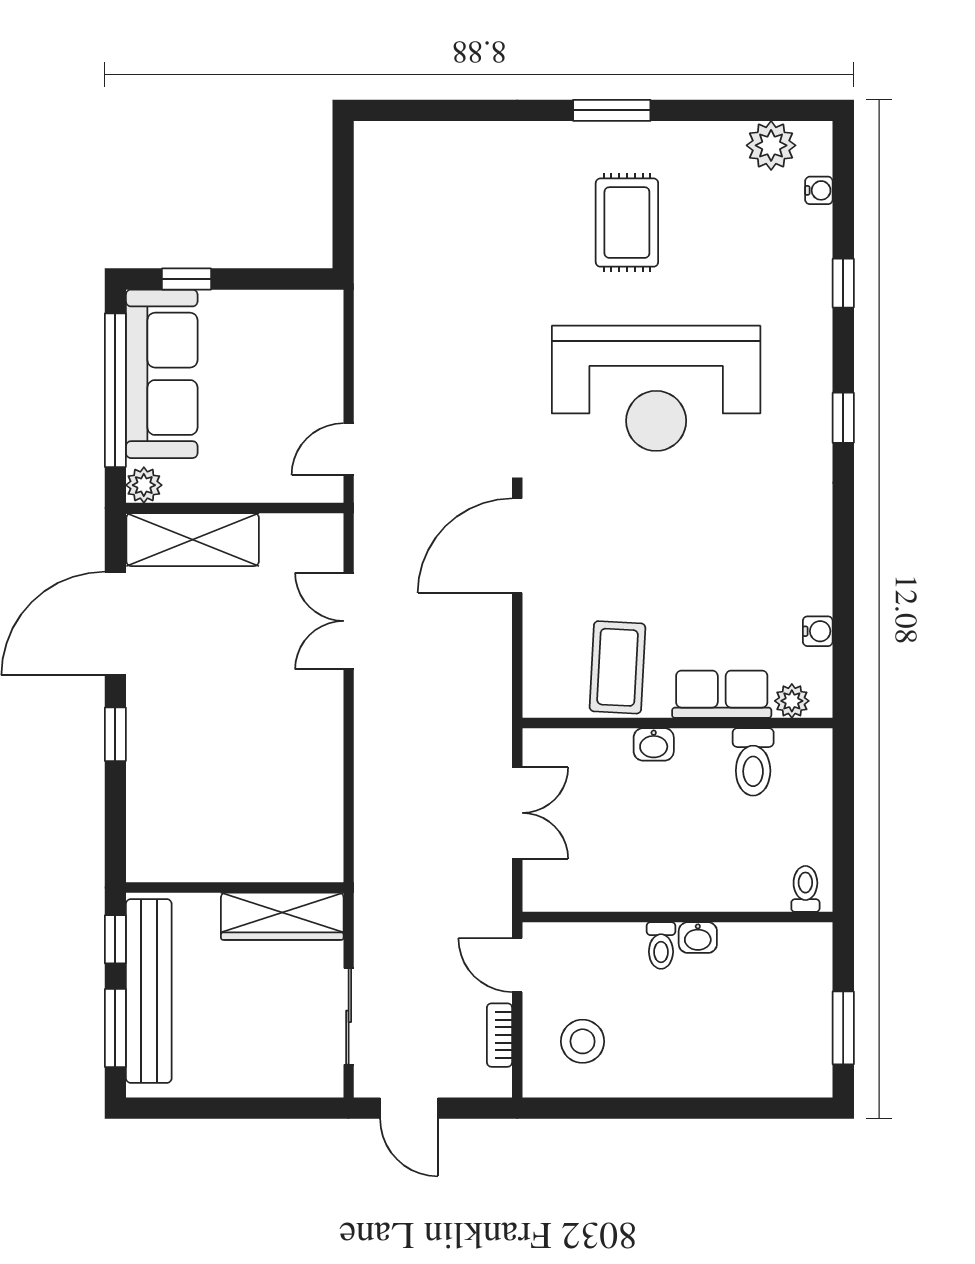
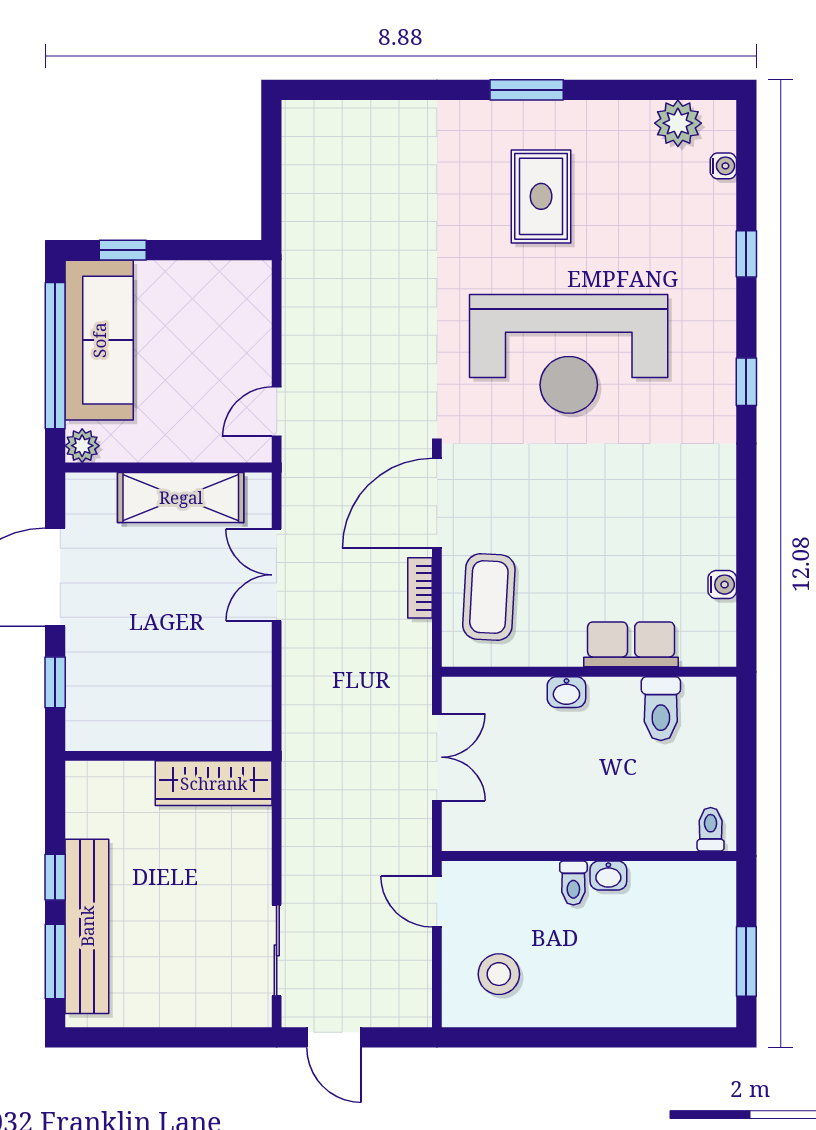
shelving: (193, 540) -> (181, 497), moved
coffee table: (617, 667) -> (489, 597), moved
plant: (792, 701) -> (698, 651), removed
wall: (235, 888) -> (169, 756), moved
wardrobe: (282, 916) -> (214, 783), moved
bookcase: (499, 1035) -> (420, 588), moved

